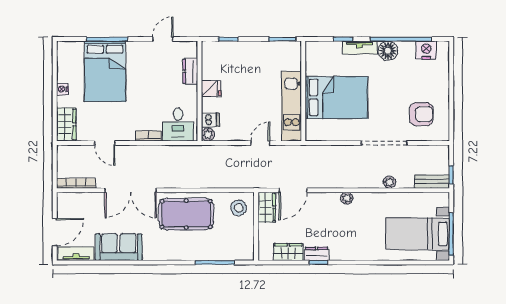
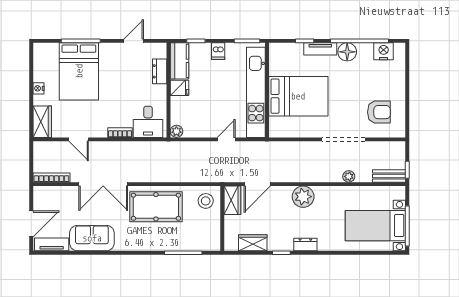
kitchen counter: (211, 60) -> (179, 61), added
kitchen unit: (292, 106) -> (256, 92), width x1.36
dishwasher: (210, 120) -> (218, 51), moved, turned 90
plant: (347, 198) -> (303, 197), width x1.87, depth x1.87
dresser: (317, 254) -> (305, 244), moved

